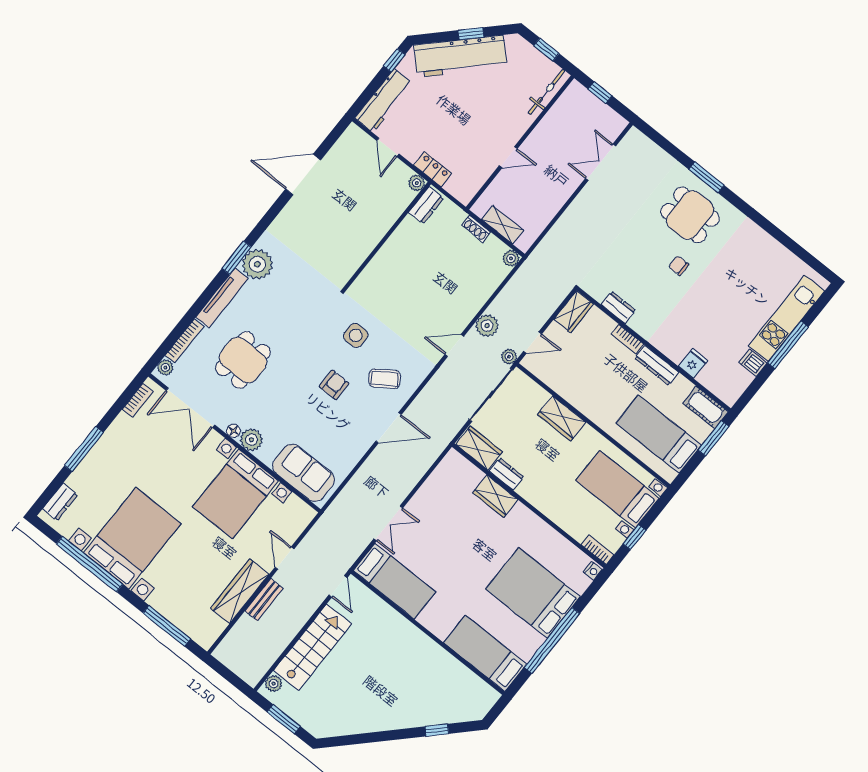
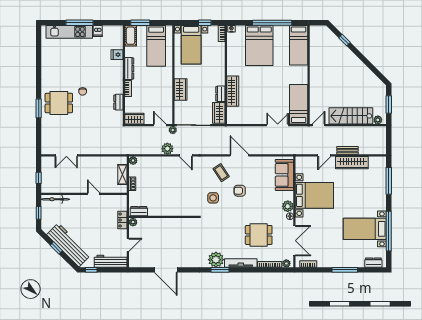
dining table: (690, 215) -> (59, 103), turned 90
wardrobe: (495, 496) -> (233, 91), width x1.50
bed with nightstands: (132, 538) -> (365, 229), width x0.73

